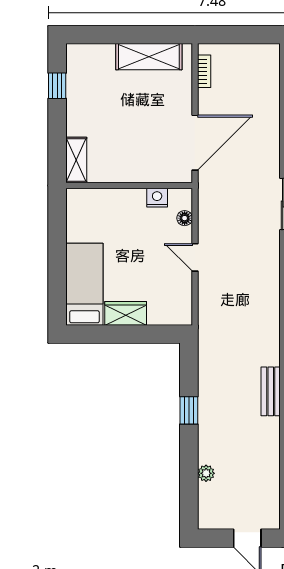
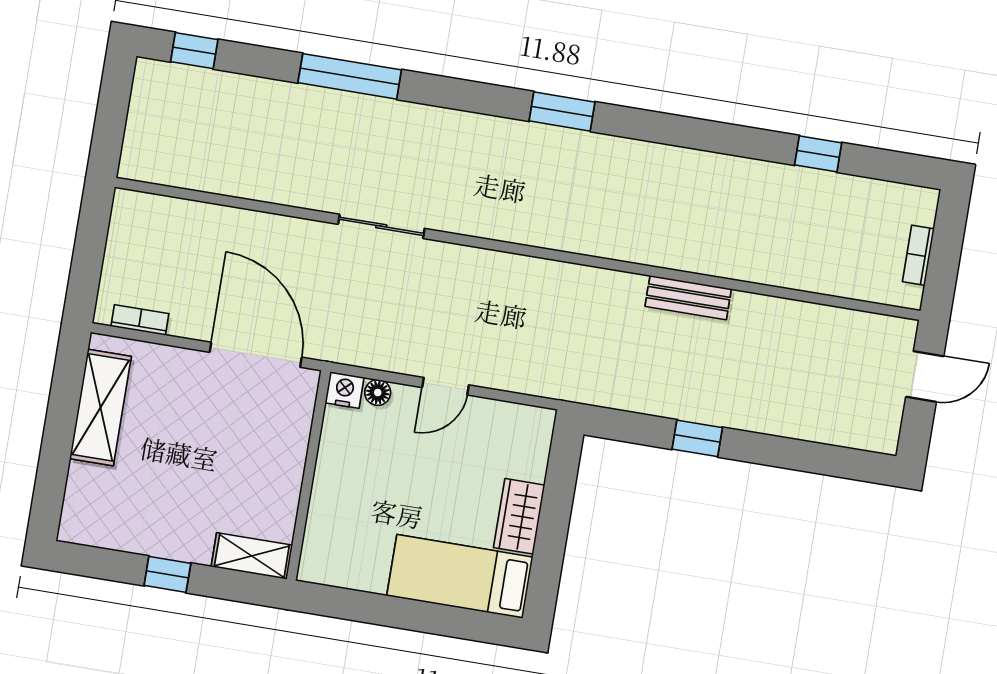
window: (57, 86) -> (167, 574), moved
nightstand: (157, 198) -> (345, 390), moved, turned 90
plant: (206, 473) -> (806, 427), removed

